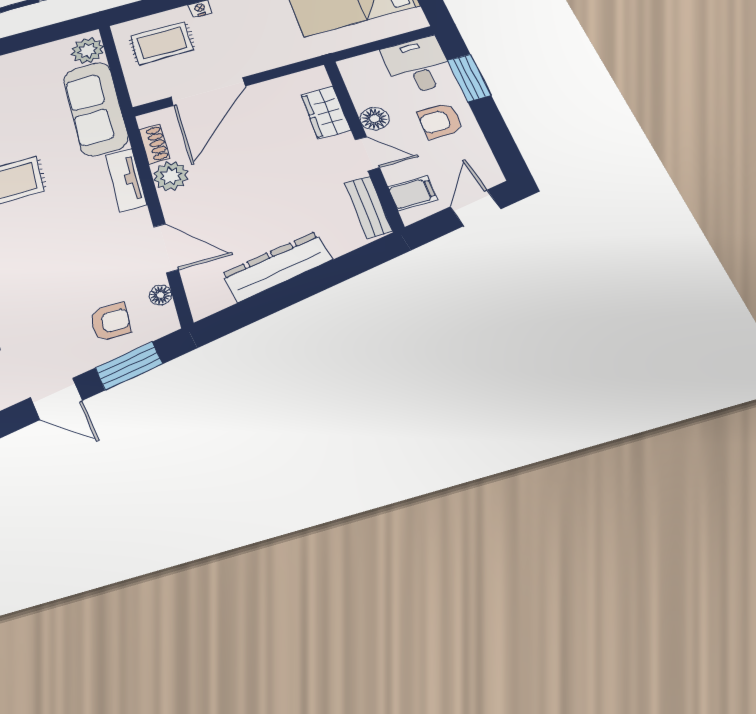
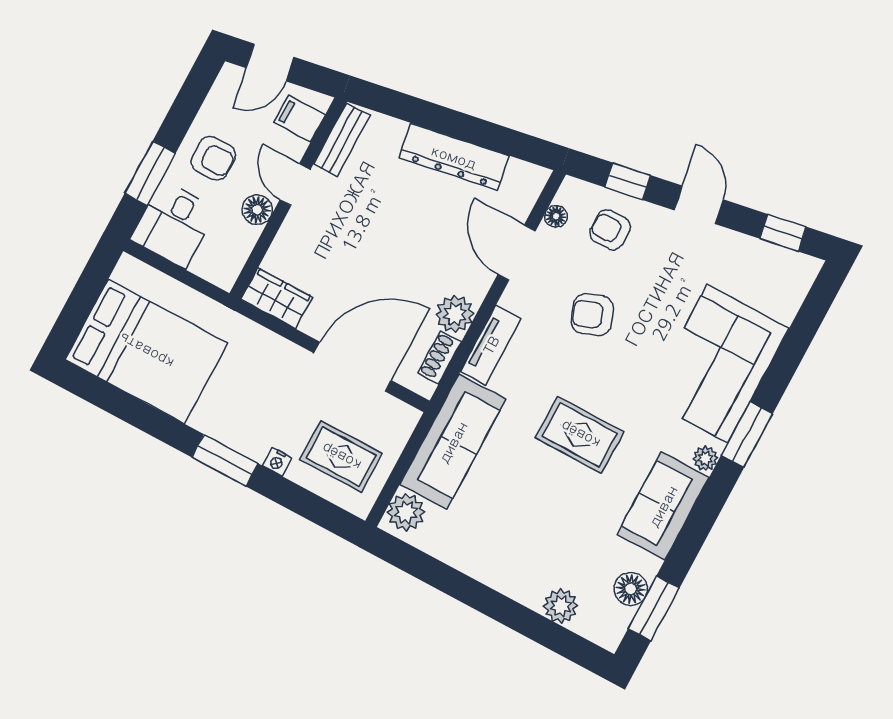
wardrobe: (326, 112) -> (277, 298), moved, turned -90
armchair: (70, 258) -> (592, 315), added
window: (129, 366) -> (628, 181), width x0.67

